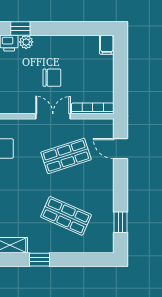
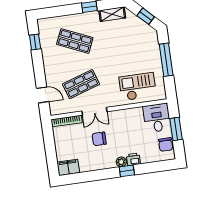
filing cabinet: (107, 45) -> (68, 167), width x2.00

